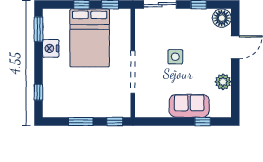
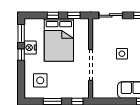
window: (39, 92) -> (21, 55), moved
side table: (64, 93) -> (40, 80), added

